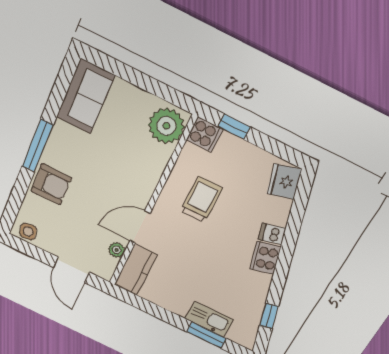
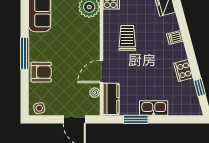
cooker: (265, 258) -> (183, 71), moved
kitchen sink: (209, 319) -> (154, 108), moved
window: (207, 335) -> (136, 119), moved

